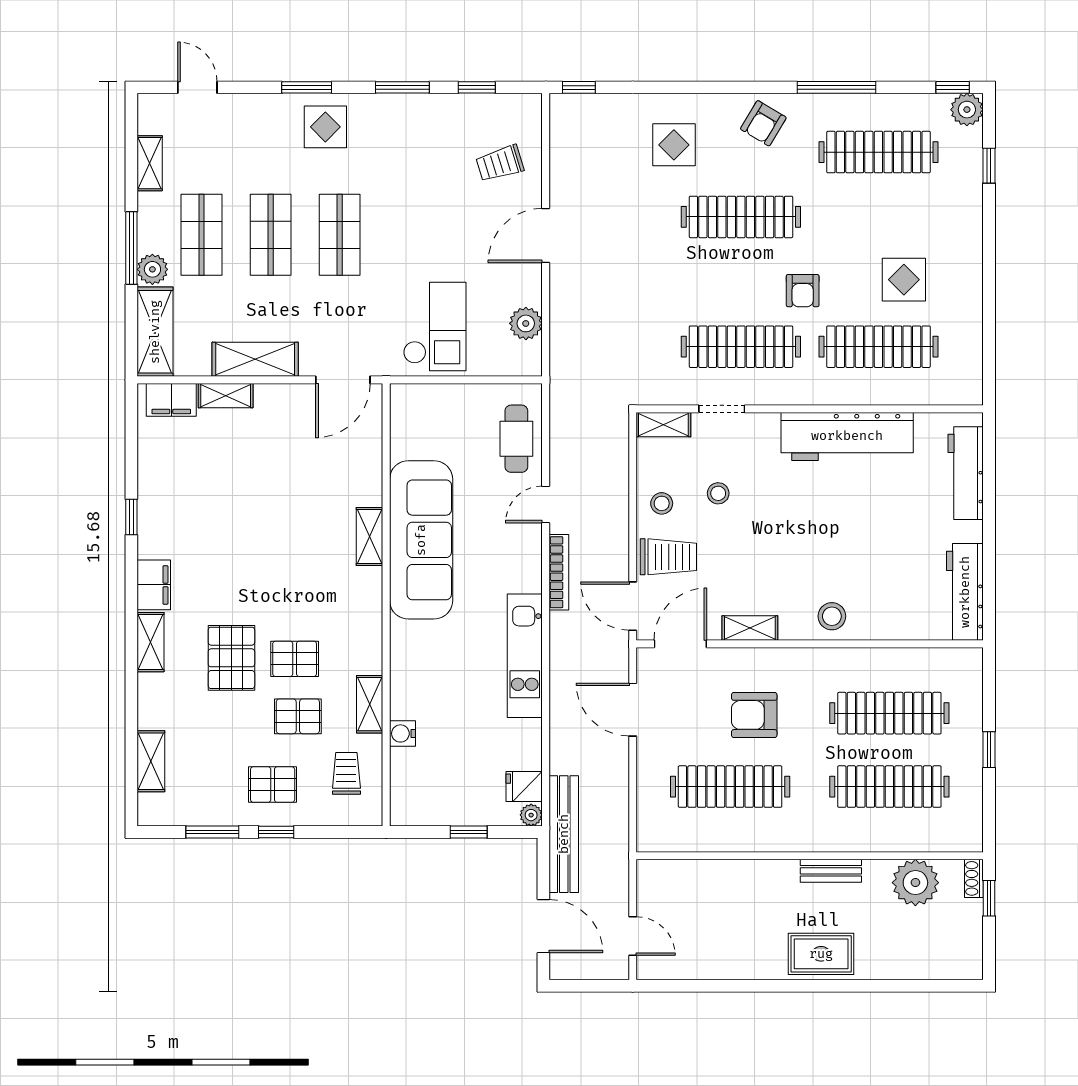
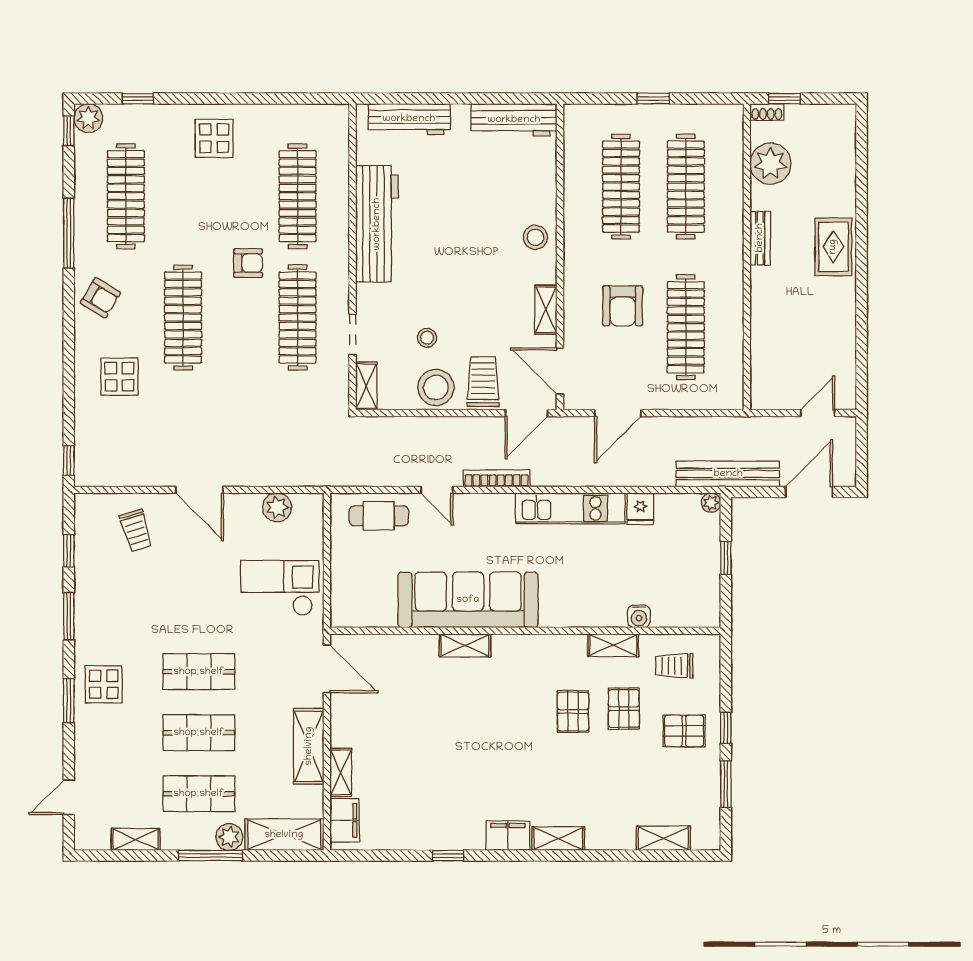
display table: (904, 280) -> (214, 138), moved
stool: (662, 503) -> (436, 388), width x1.89, depth x1.89
pallet: (231, 658) -> (572, 767), removed
pallet: (273, 785) -> (684, 731), turned 90
fridge: (524, 787) -> (640, 509), moved

